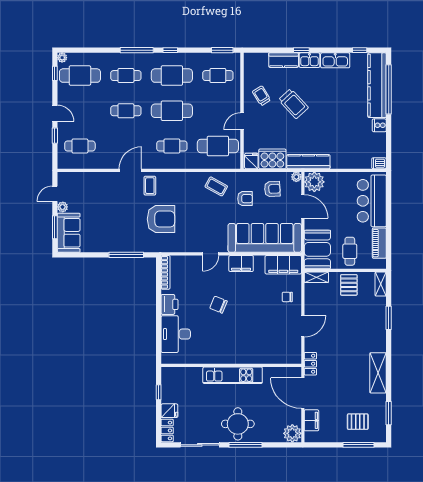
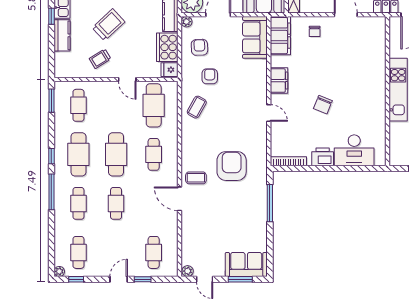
cafe table: (80, 76) -> (78, 252), width x0.73, depth x0.74
plant: (63, 207) -> (188, 271), moved
sofa: (265, 238) -> (255, 37), width x0.54, depth x0.79

